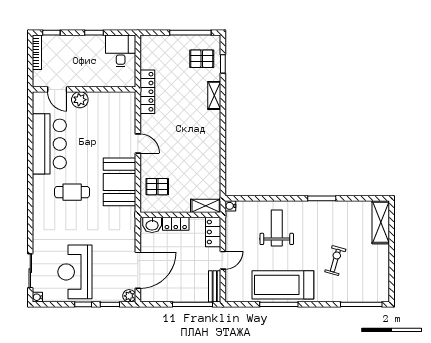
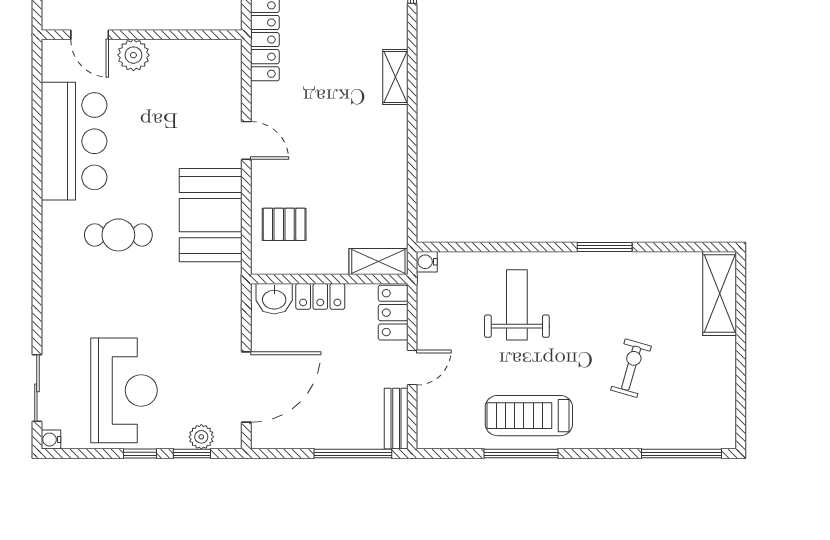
shelving: (214, 95) -> (395, 77), moved
reception desk: (75, 272) -> (124, 390), turned 180
treadmill: (283, 285) -> (529, 416), width x0.73, depth x0.73
plant: (129, 296) -> (201, 437), moved

